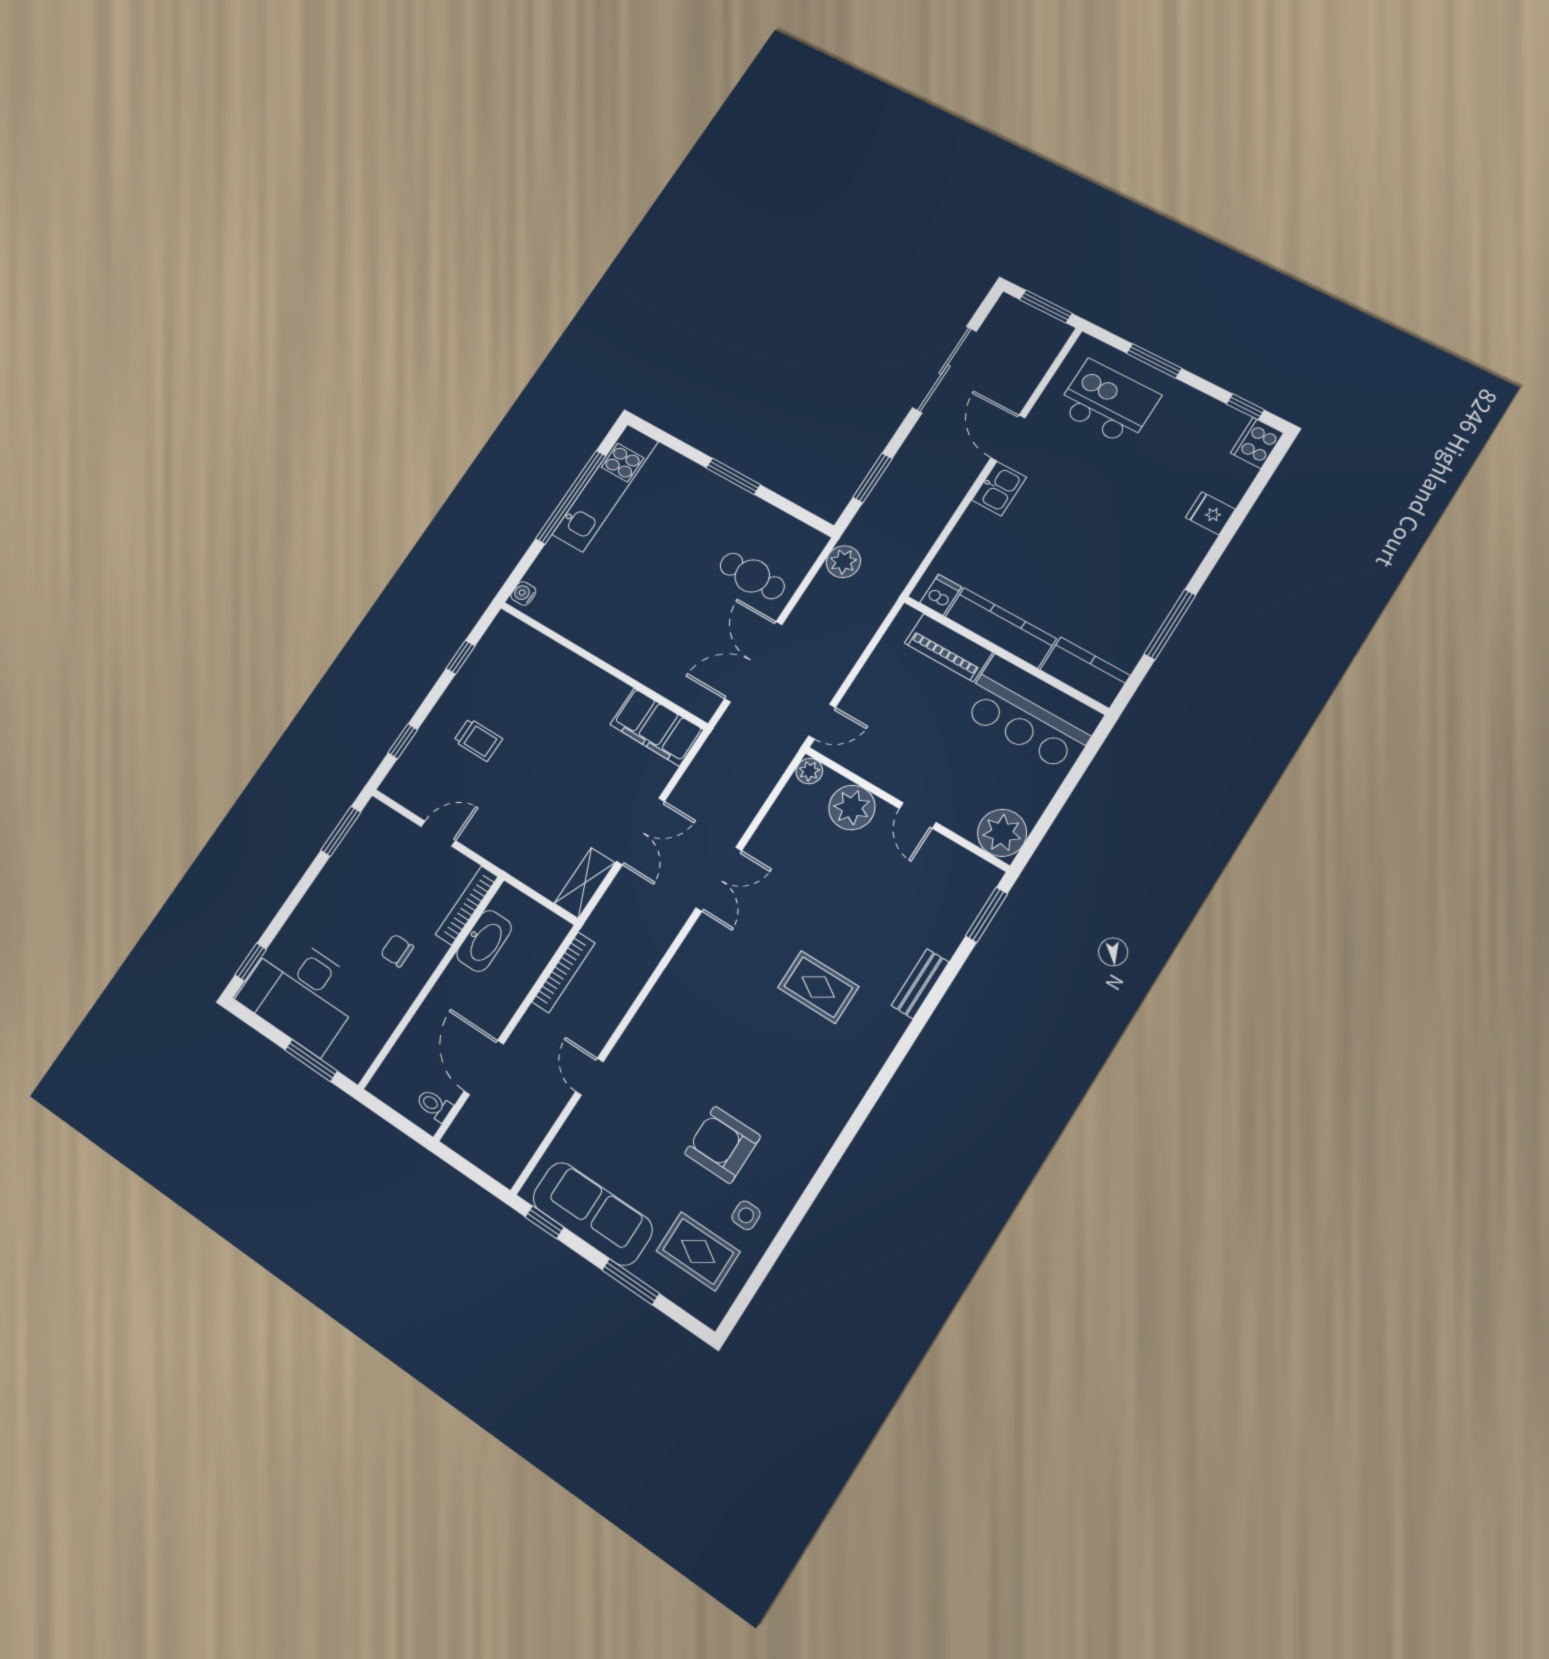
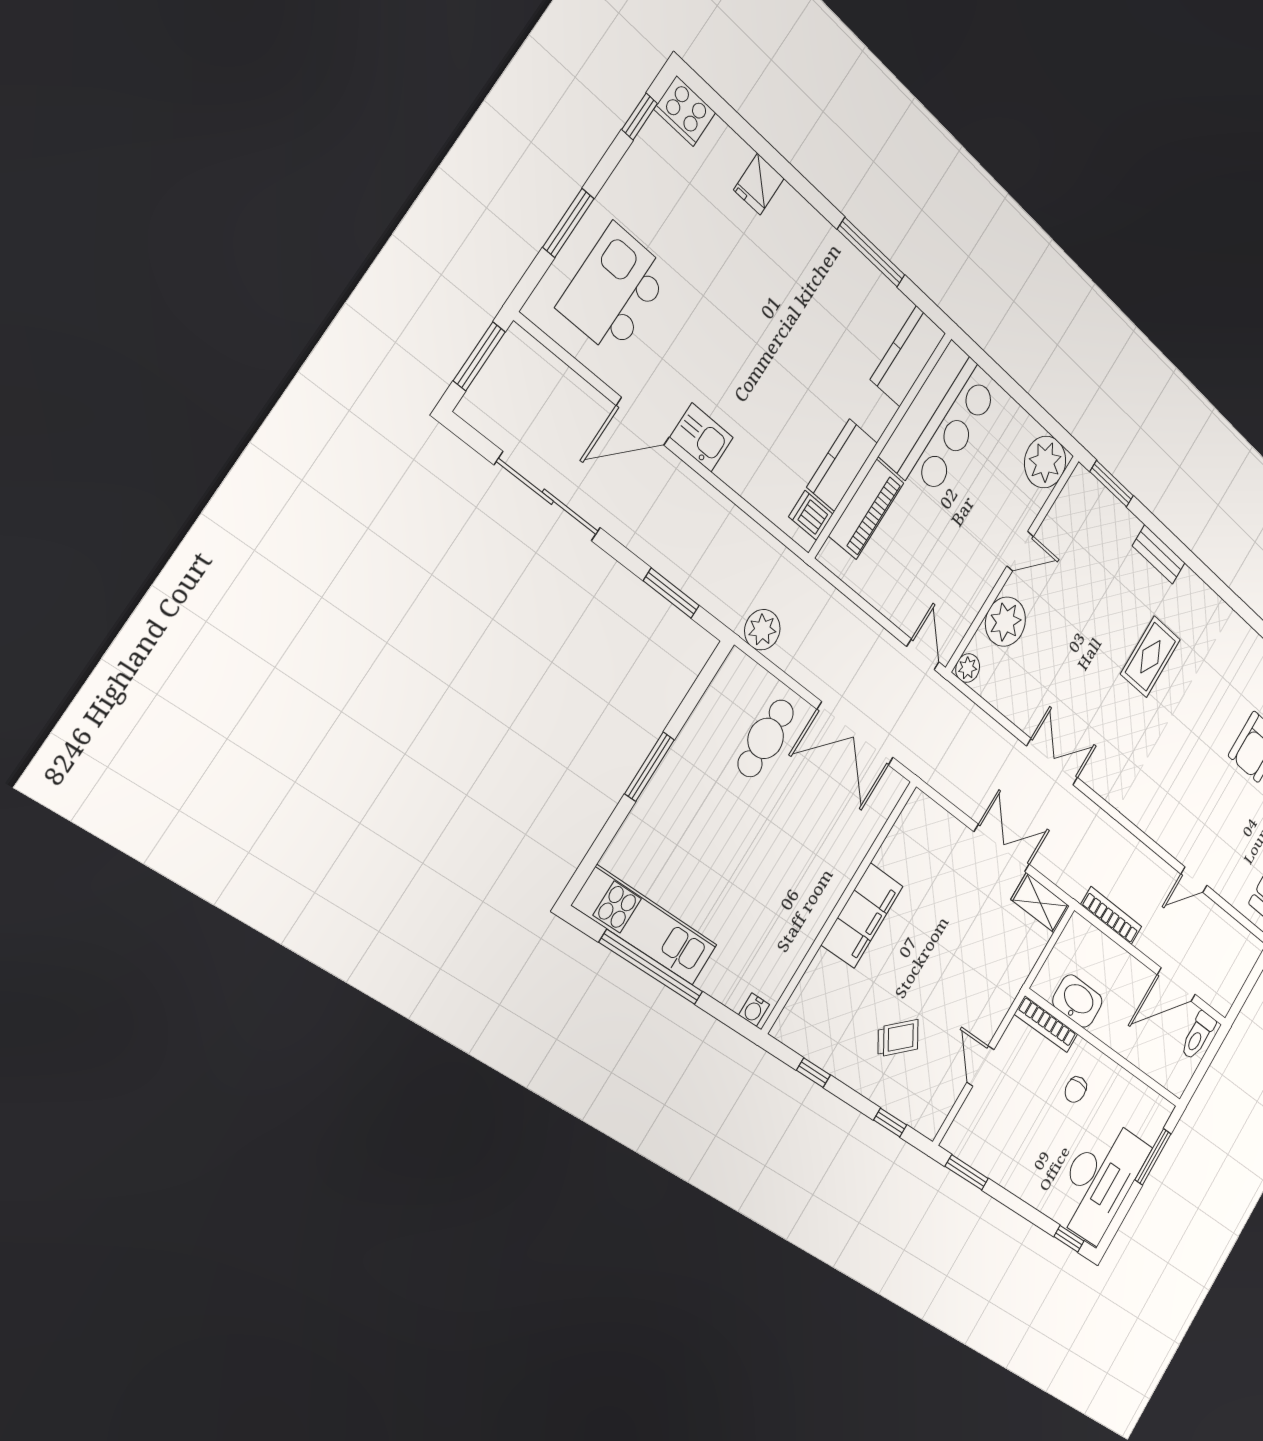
kitchen counter: (1001, 628) -> (842, 465), width x0.67
filing cabinet: (657, 727) -> (862, 915), moved
trolley: (478, 740) -> (898, 1038), turned 53
toilet: (434, 1105) -> (1198, 1036), width x1.37, depth x1.39

